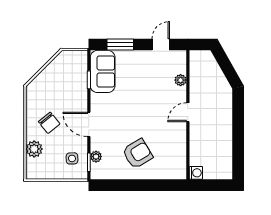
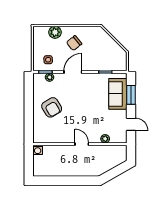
sofa: (103, 71) -> (118, 94), moved, turned 90

